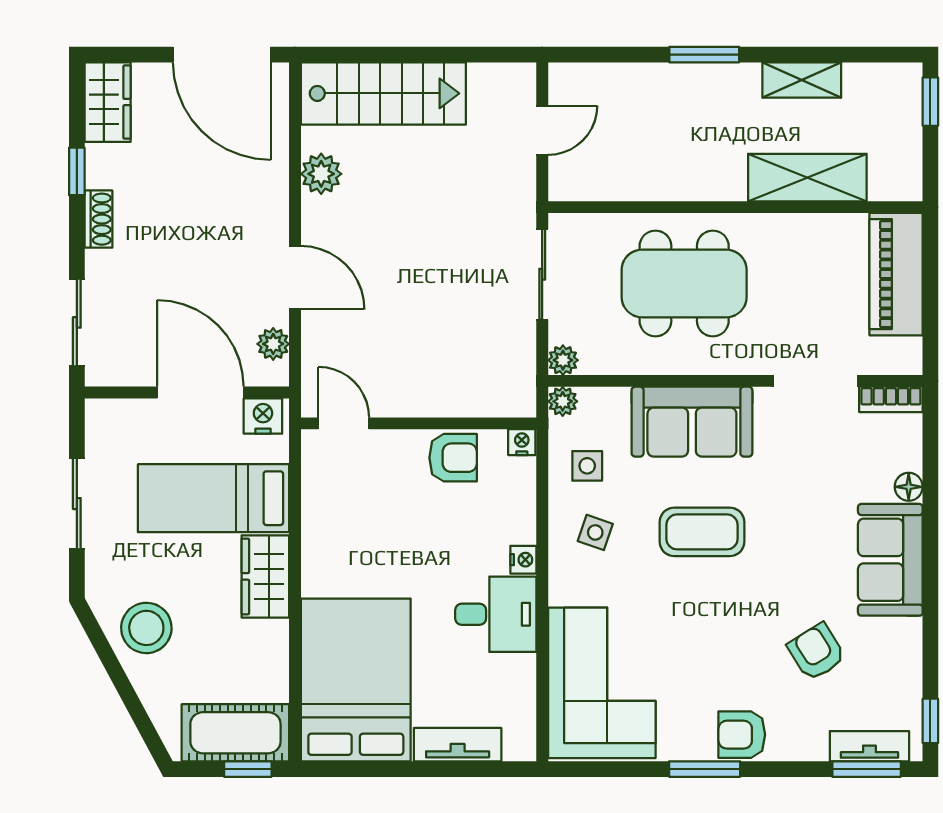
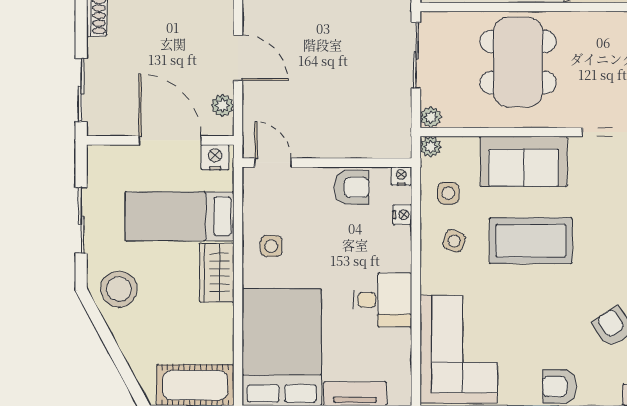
dining table: (684, 283) -> (518, 62), turned 90
coffee table: (702, 532) -> (531, 241), width x1.36, depth x1.32
side table: (341, 539) -> (271, 246), added
nightstand: (523, 560) -> (402, 215), moved
stool: (146, 628) -> (119, 289), moved

